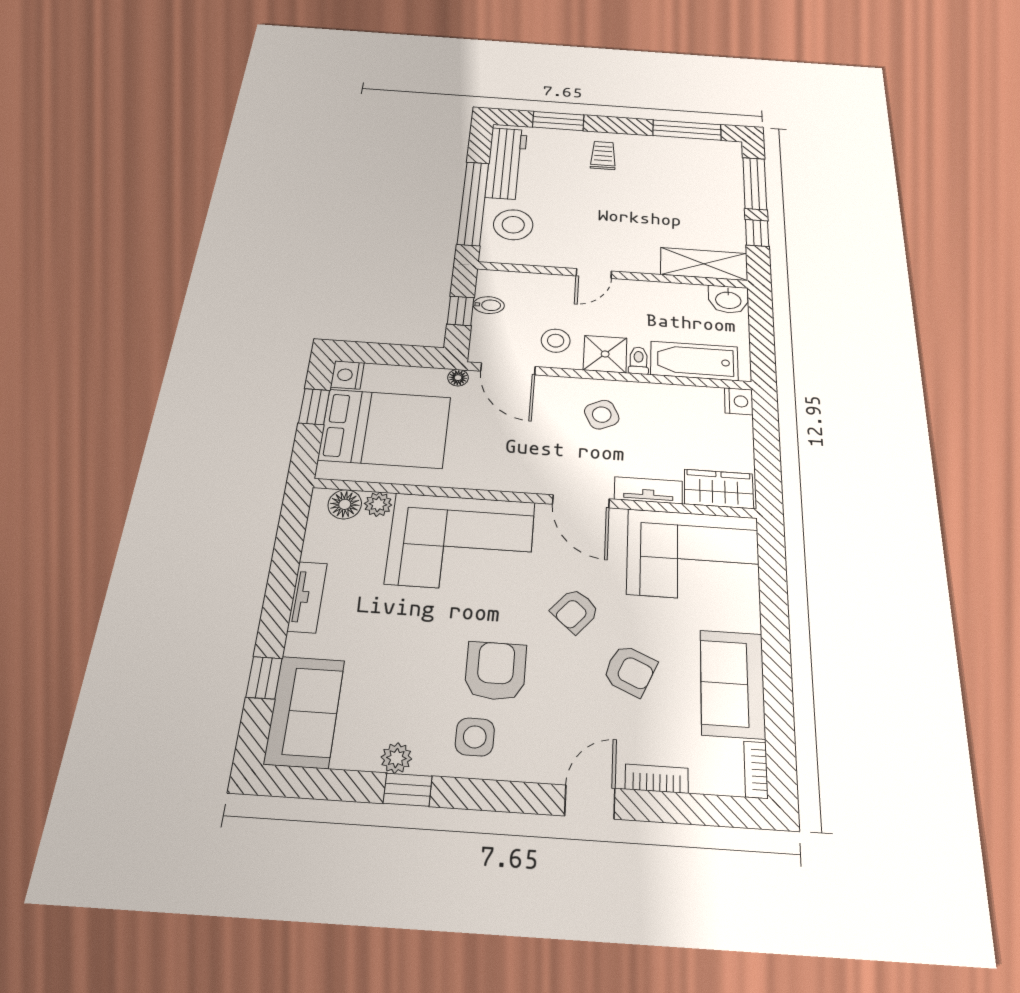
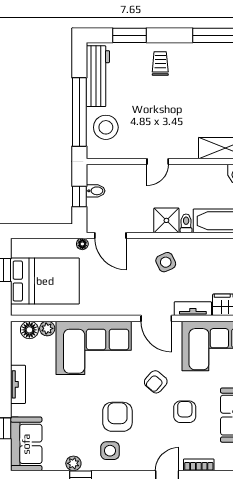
stool: (556, 341) -> (137, 213), removed
nightstand: (347, 375) -> (19, 247), removed
armchair: (630, 670) -> (185, 412), turned -114

